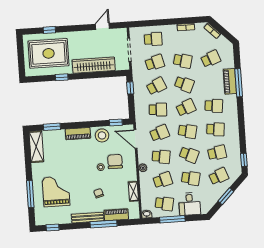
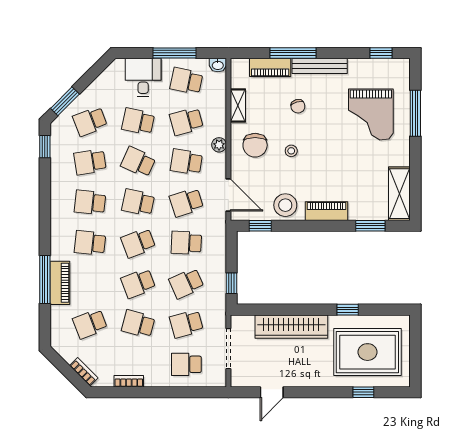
school desk: (184, 84) -> (138, 283), turned -45
chair: (115, 161) -> (255, 145), moved
window: (226, 196) -> (65, 101), moved

